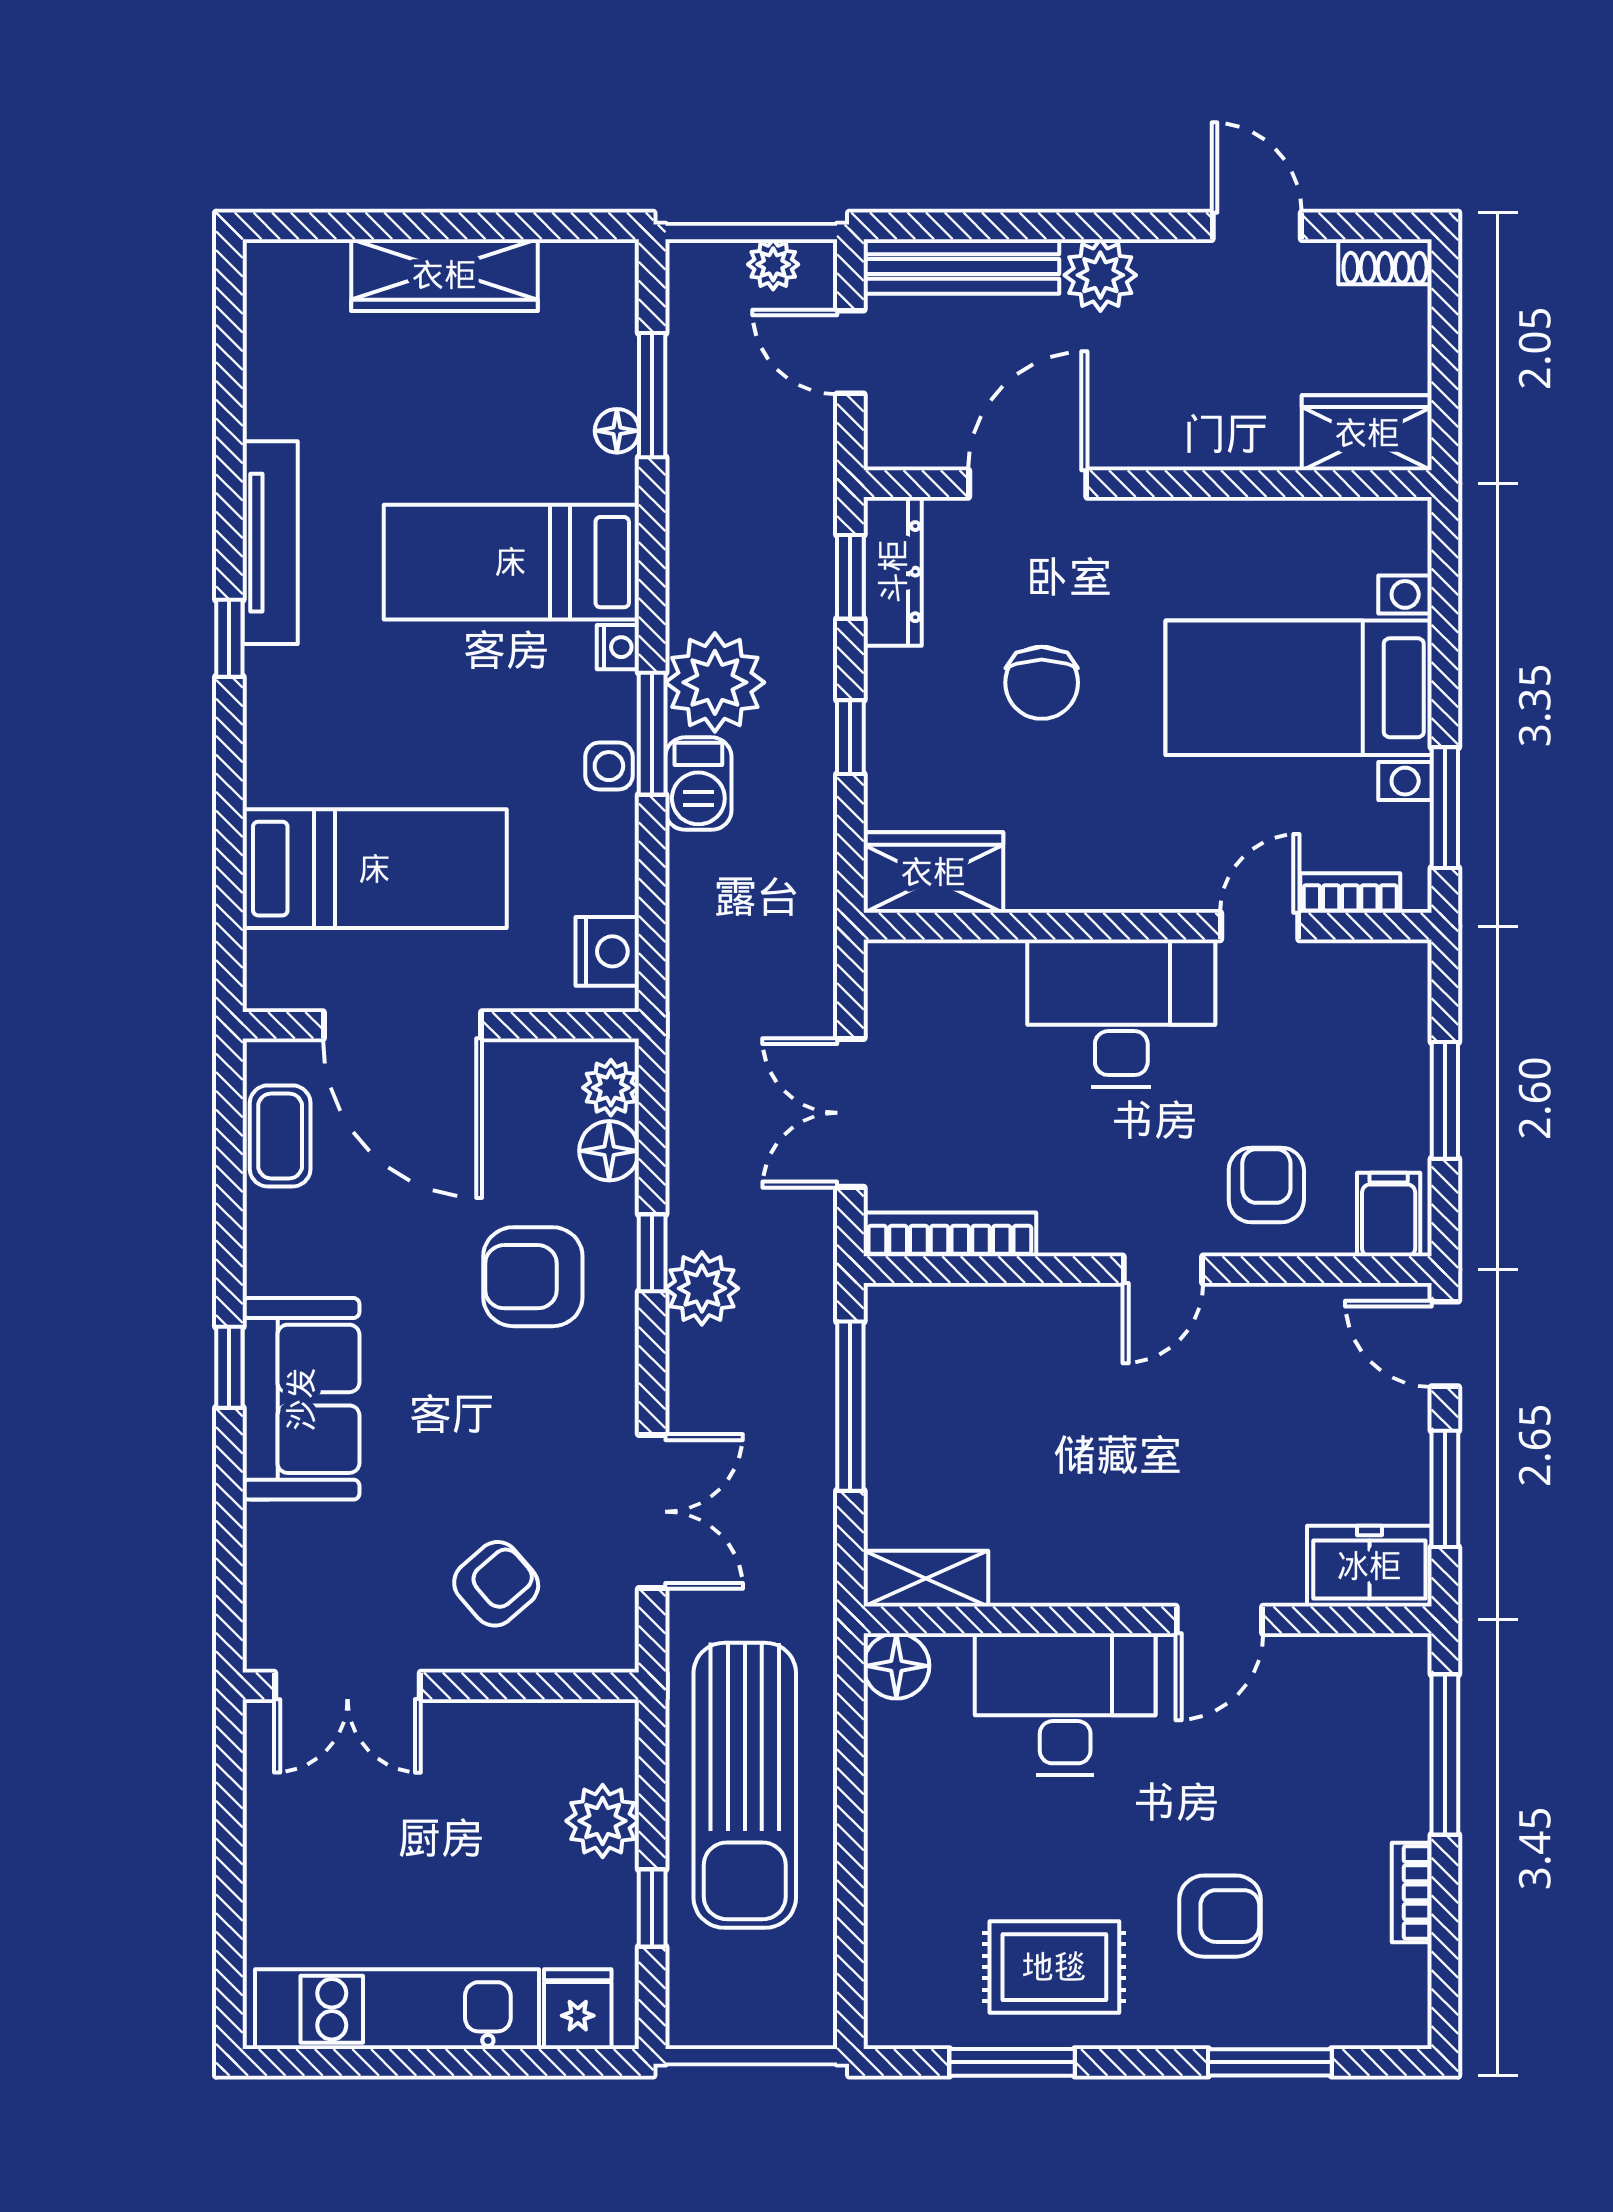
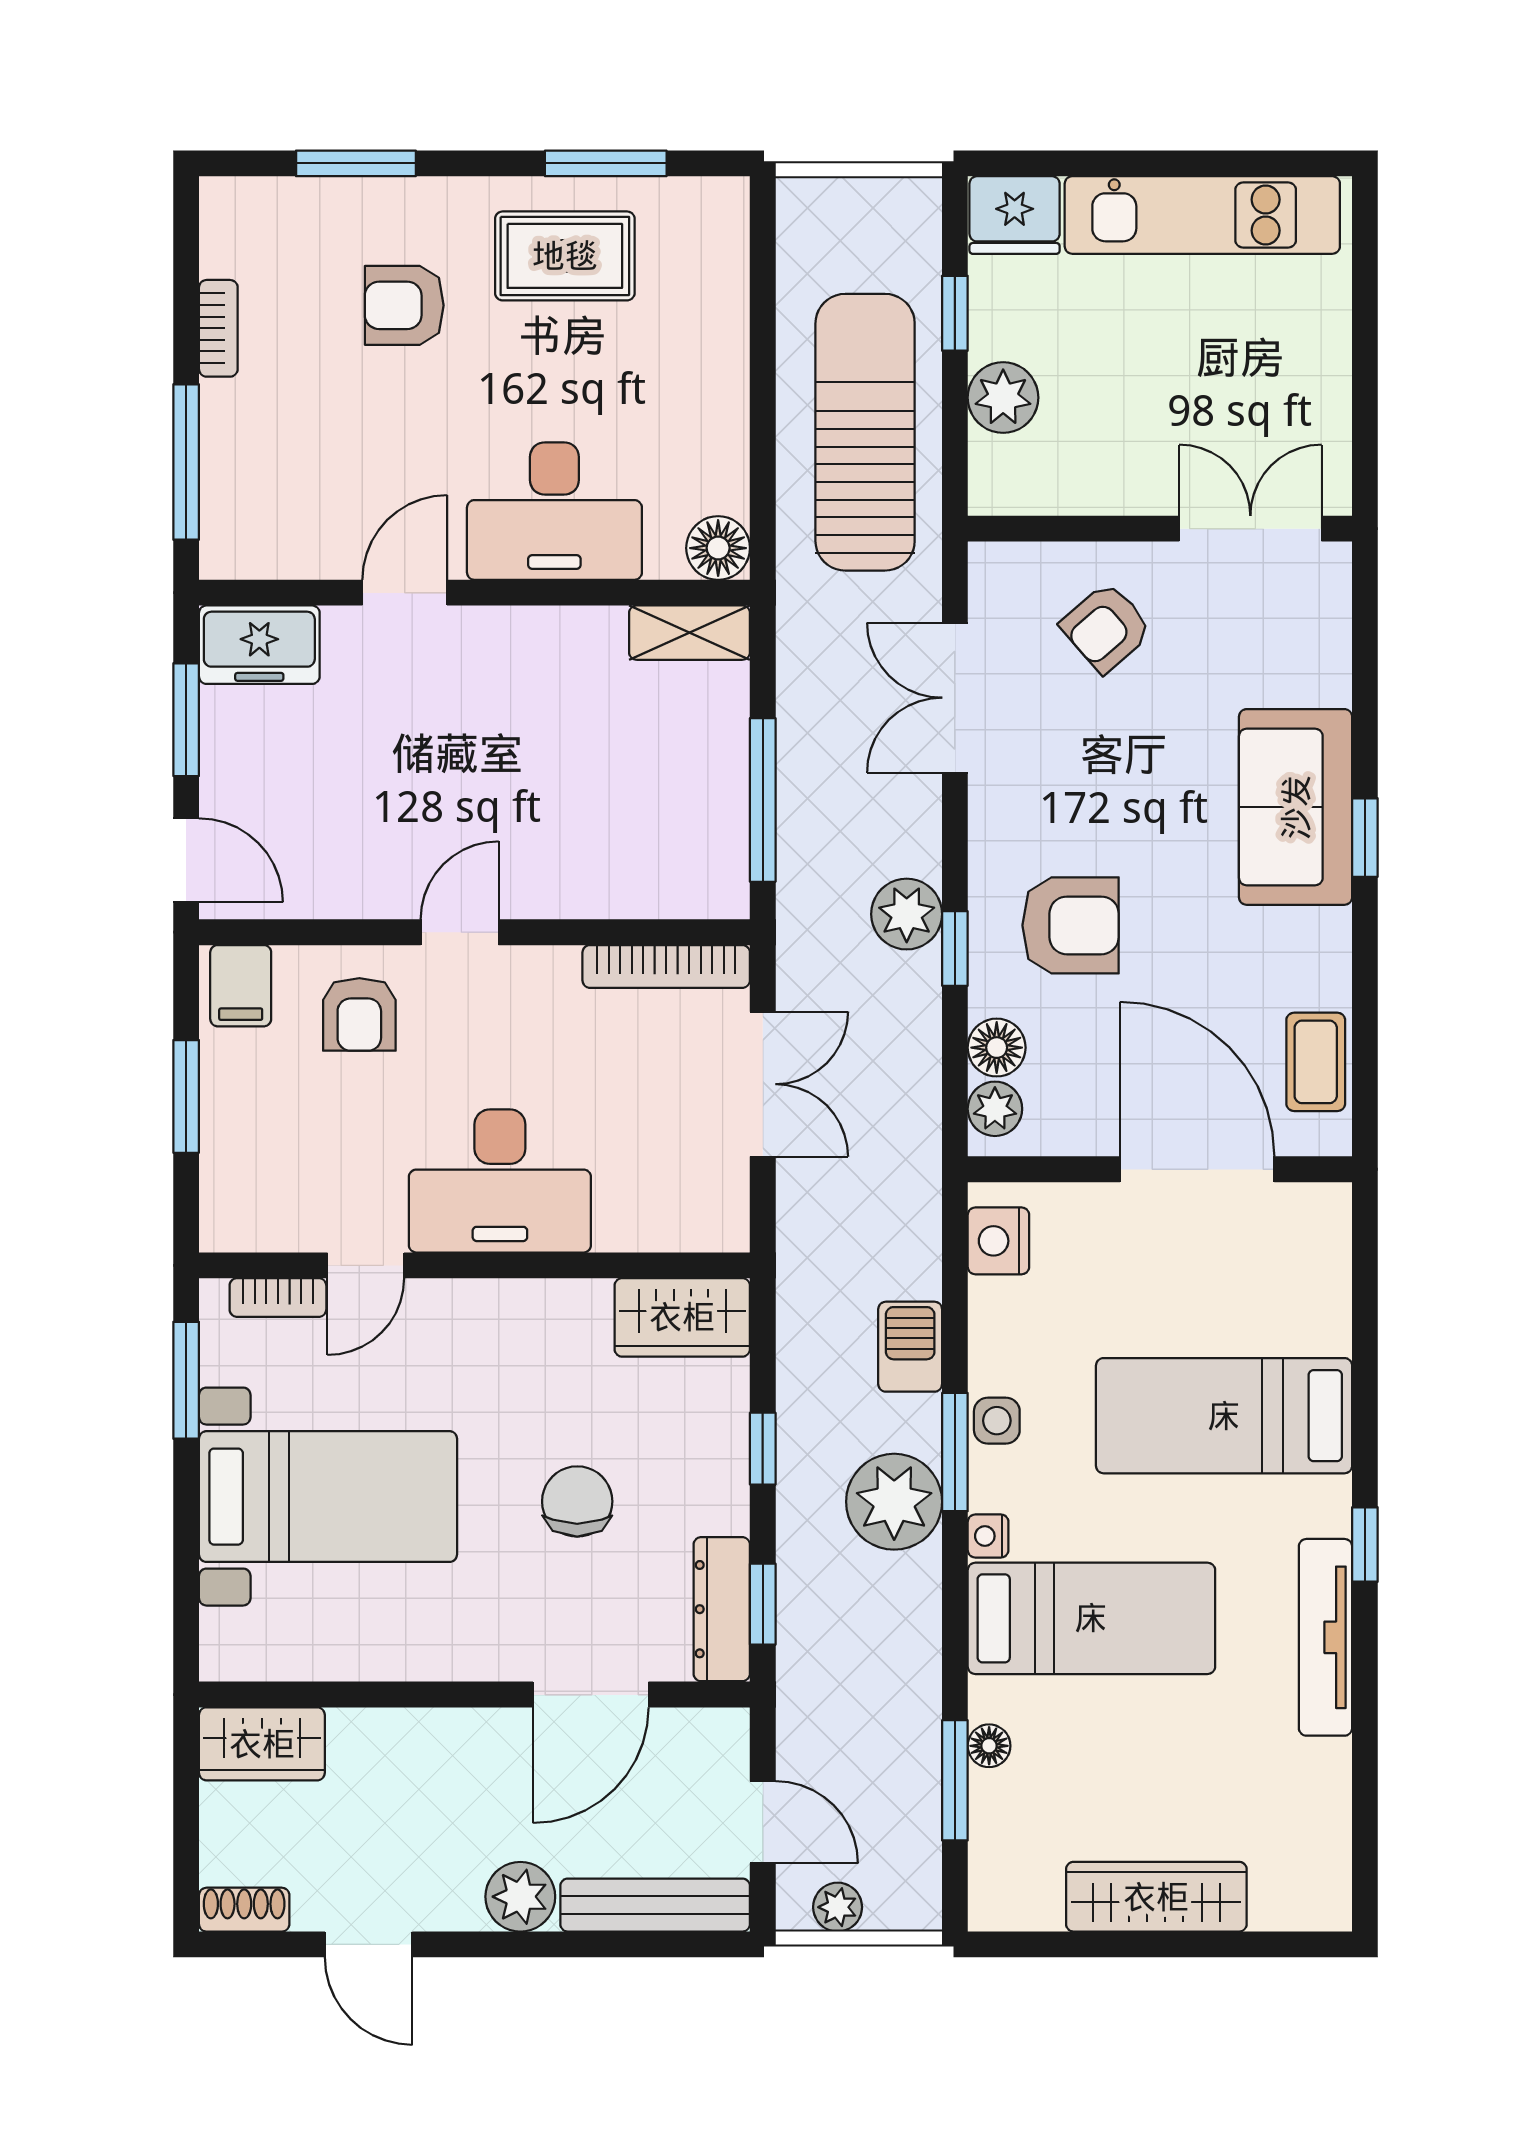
barbecue: (698, 784) -> (910, 1347), moved
bed: (375, 869) -> (1224, 1416), moved
fridge: (578, 2009) -> (1015, 215), width x1.38

